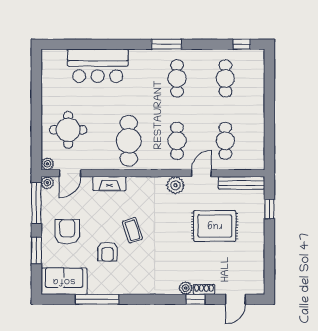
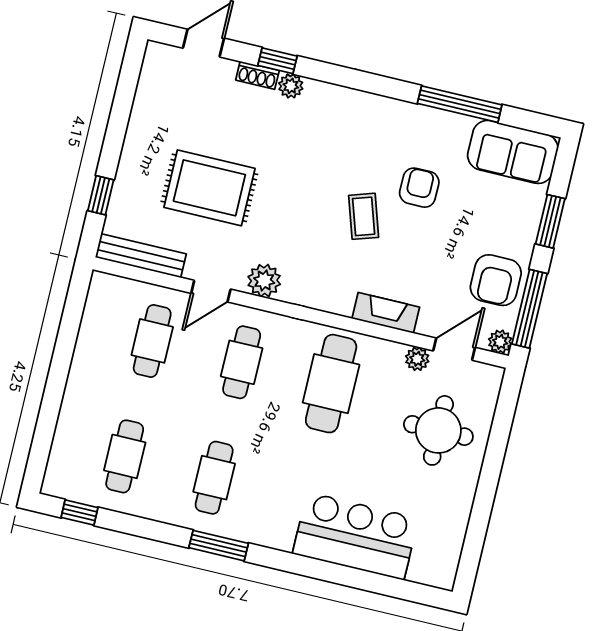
plant: (47, 164) -> (417, 359), moved
armchair: (67, 232) -> (496, 280), moved

